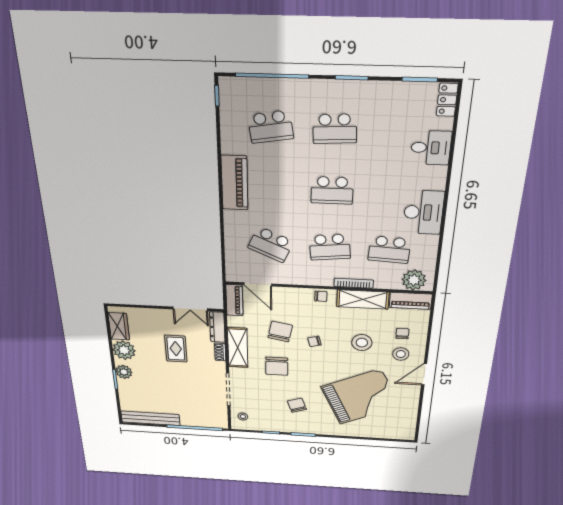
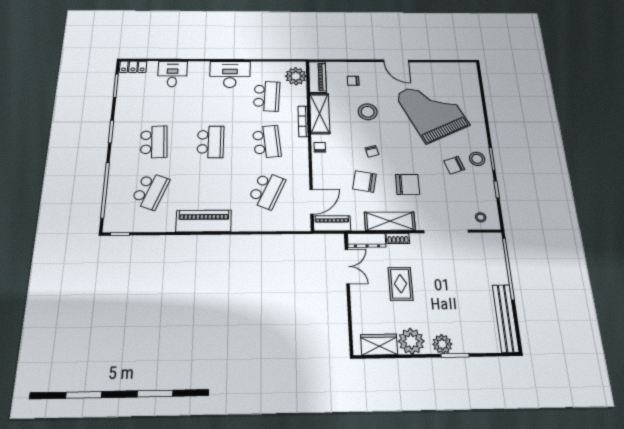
school desk: (271, 127) -> (150, 191), turned 30
rug: (176, 349) -> (400, 284), turned 90
stool: (401, 354) -> (477, 159), moved

